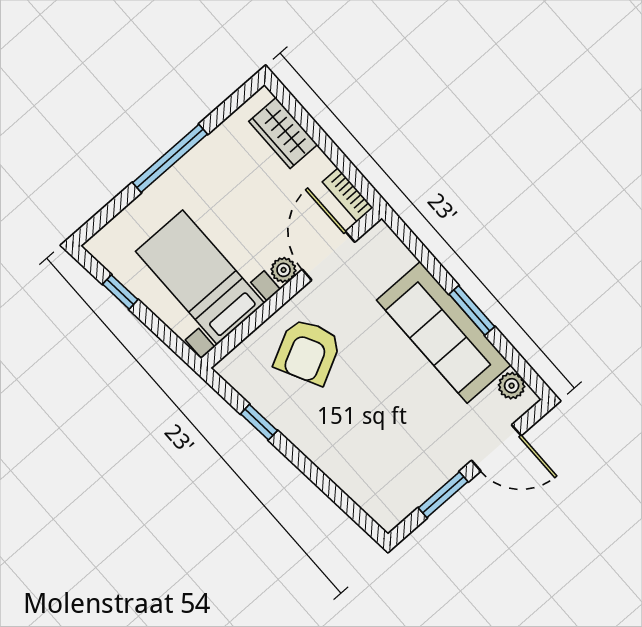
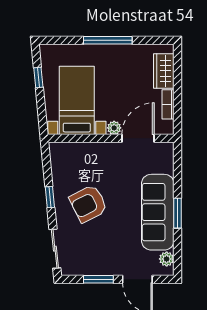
bookcase: (348, 195) -> (168, 104), moved
armchair: (308, 351) -> (88, 204), moved
window: (259, 422) -> (50, 197), moved
sliding door: (347, 505) -> (55, 249), added

